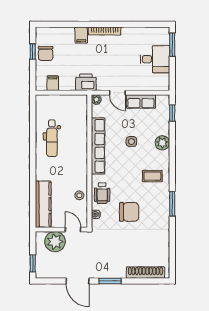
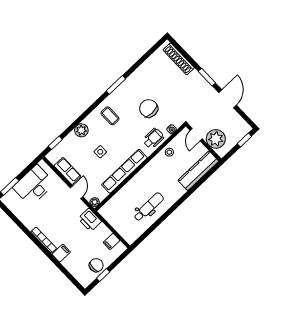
desk: (155, 59) -> (34, 185), width x1.37

